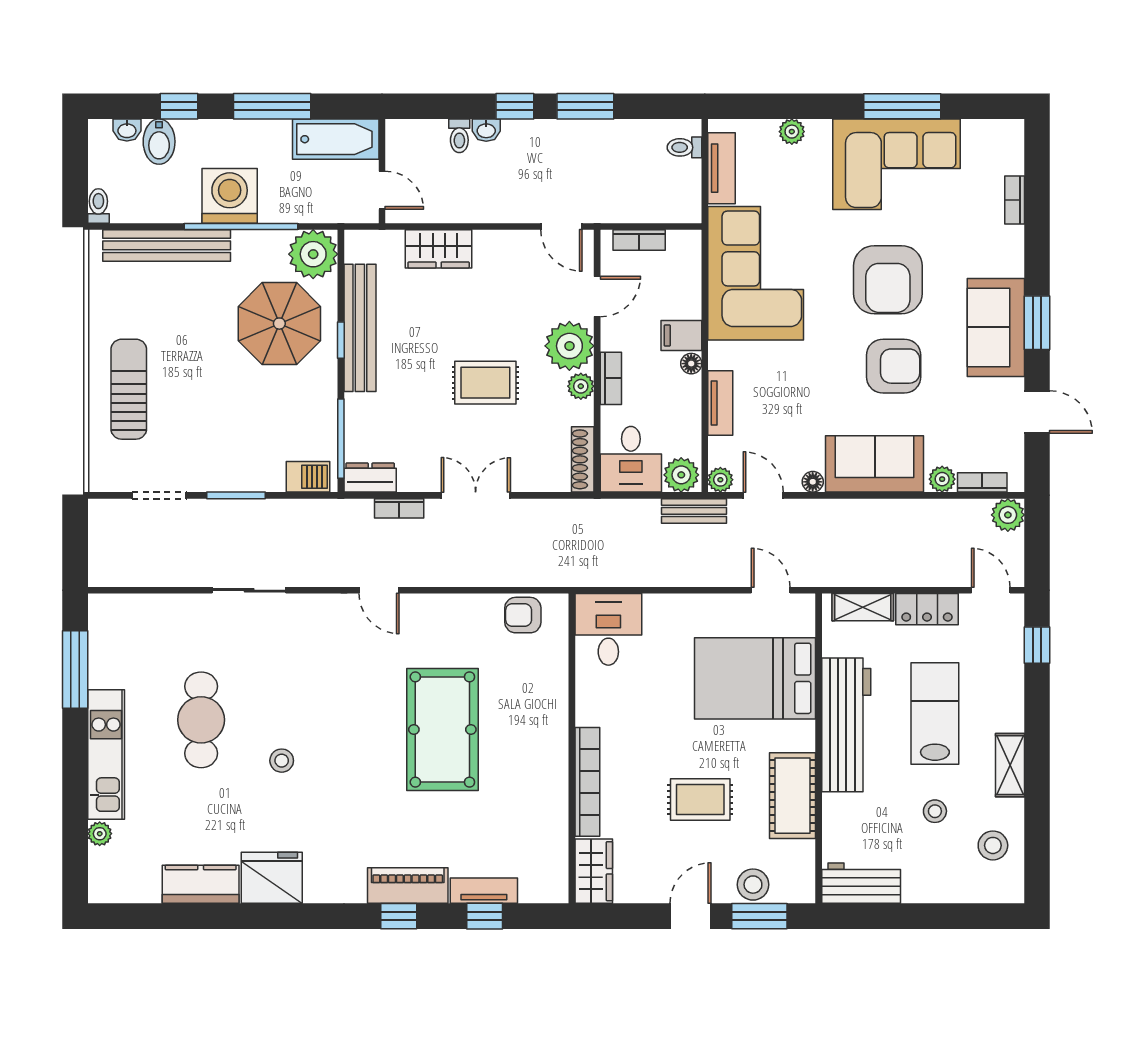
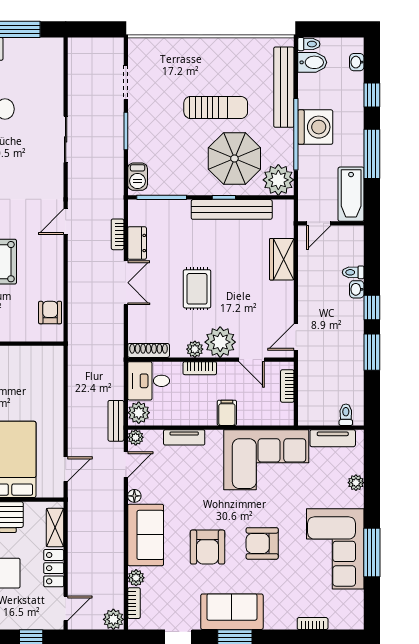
bidet: (159, 142) -> (312, 62), moved, turned 180
armchair: (888, 280) -> (262, 543), width x0.73, depth x0.73
floor lamp: (691, 364) -> (209, 419), removed
sun lounger: (129, 389) -> (216, 107), moved
dresser: (370, 478) -> (137, 243), moved
desk: (608, 629) -> (41, 367), removed

